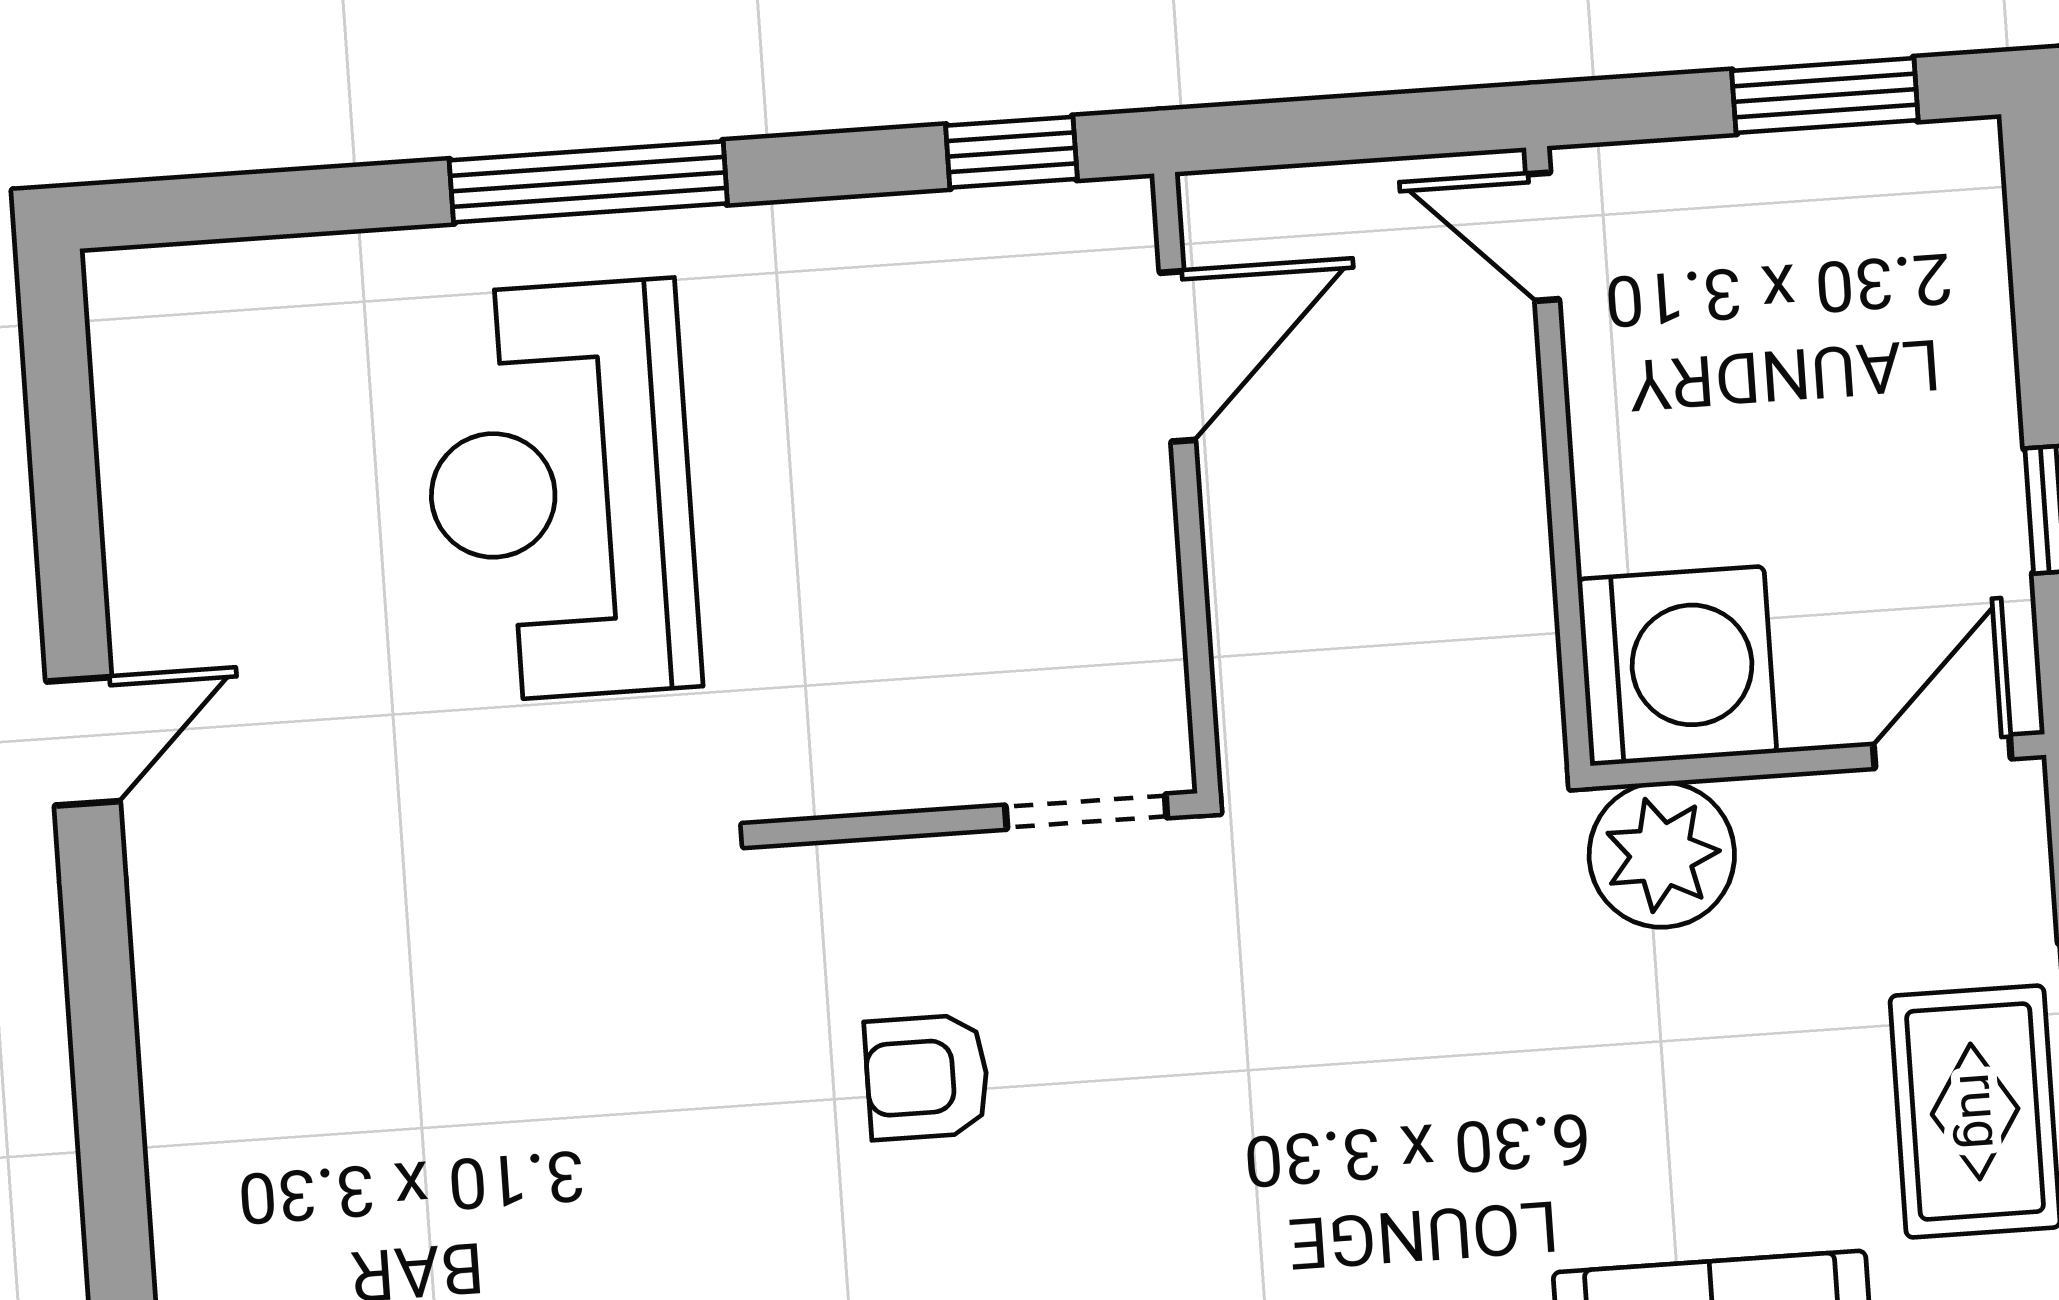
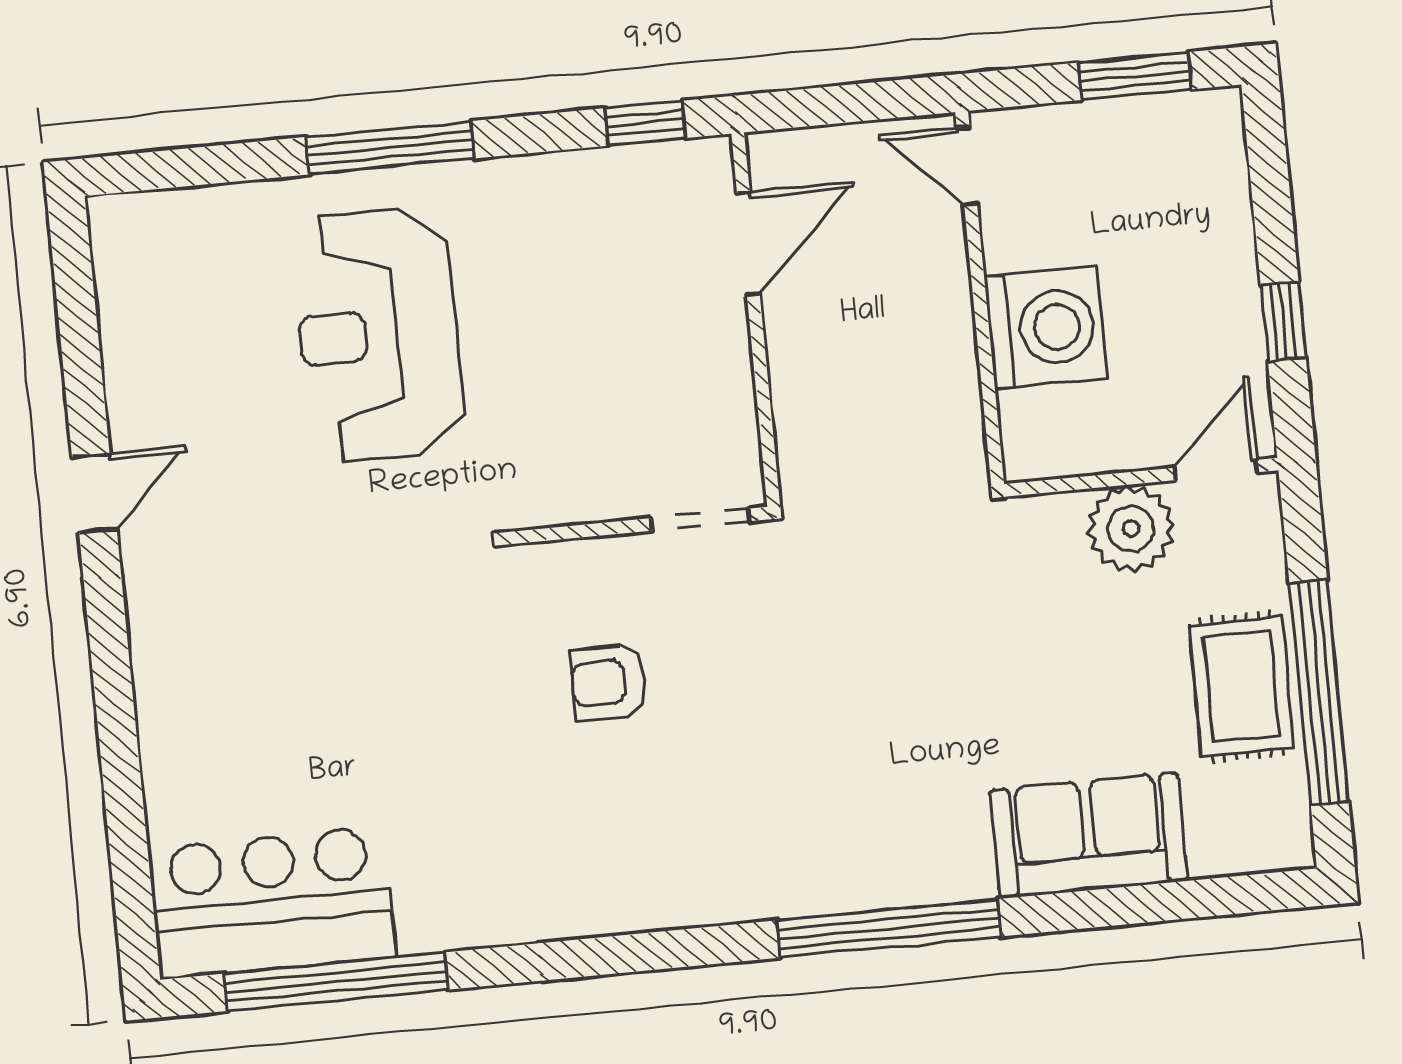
washing machine: (1677, 666) -> (1046, 328), moved
plant: (1662, 855) -> (1131, 529), moved

